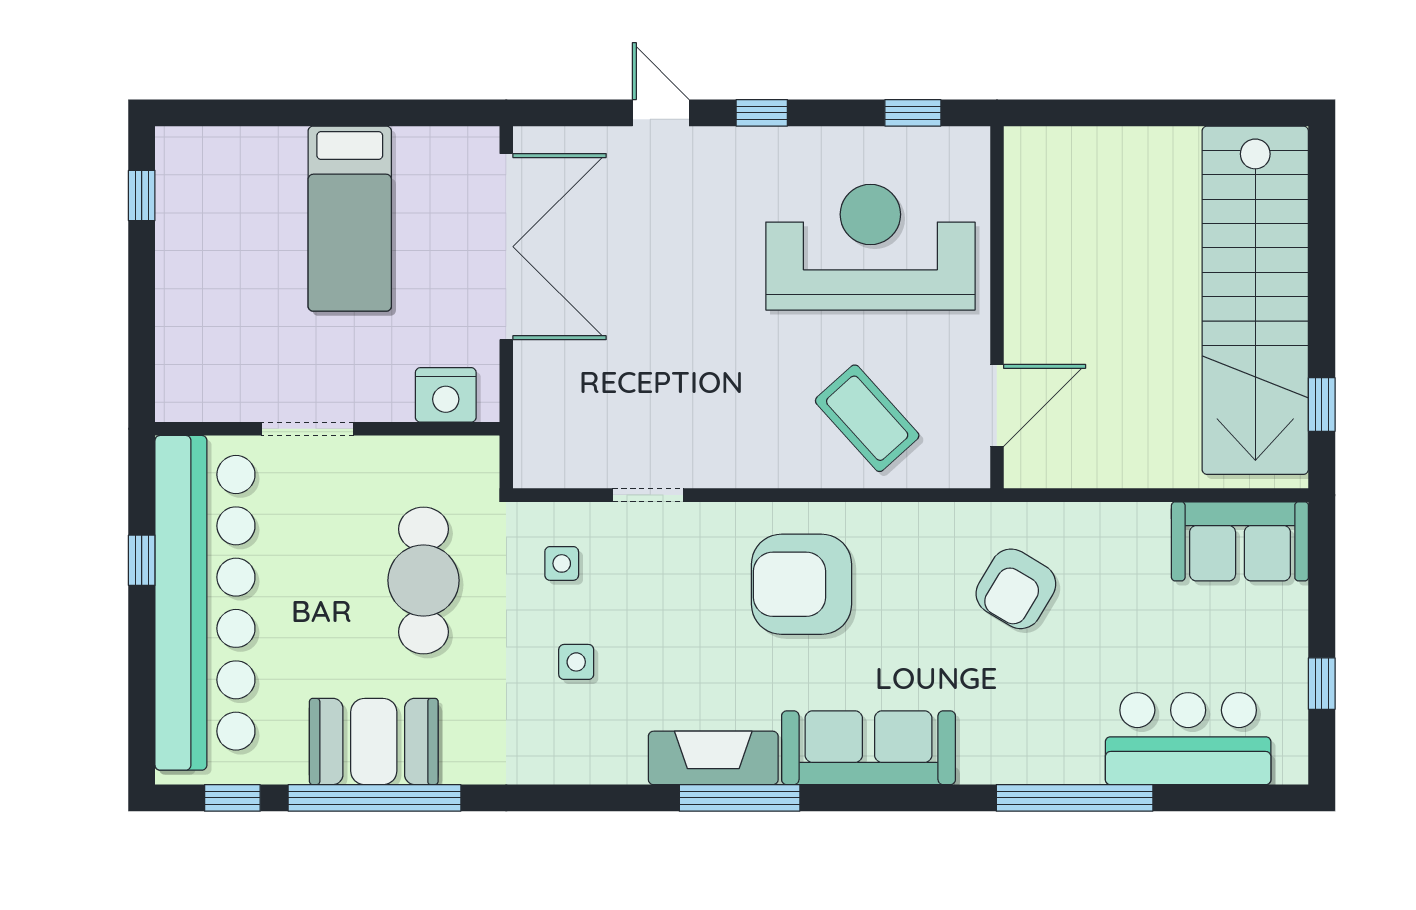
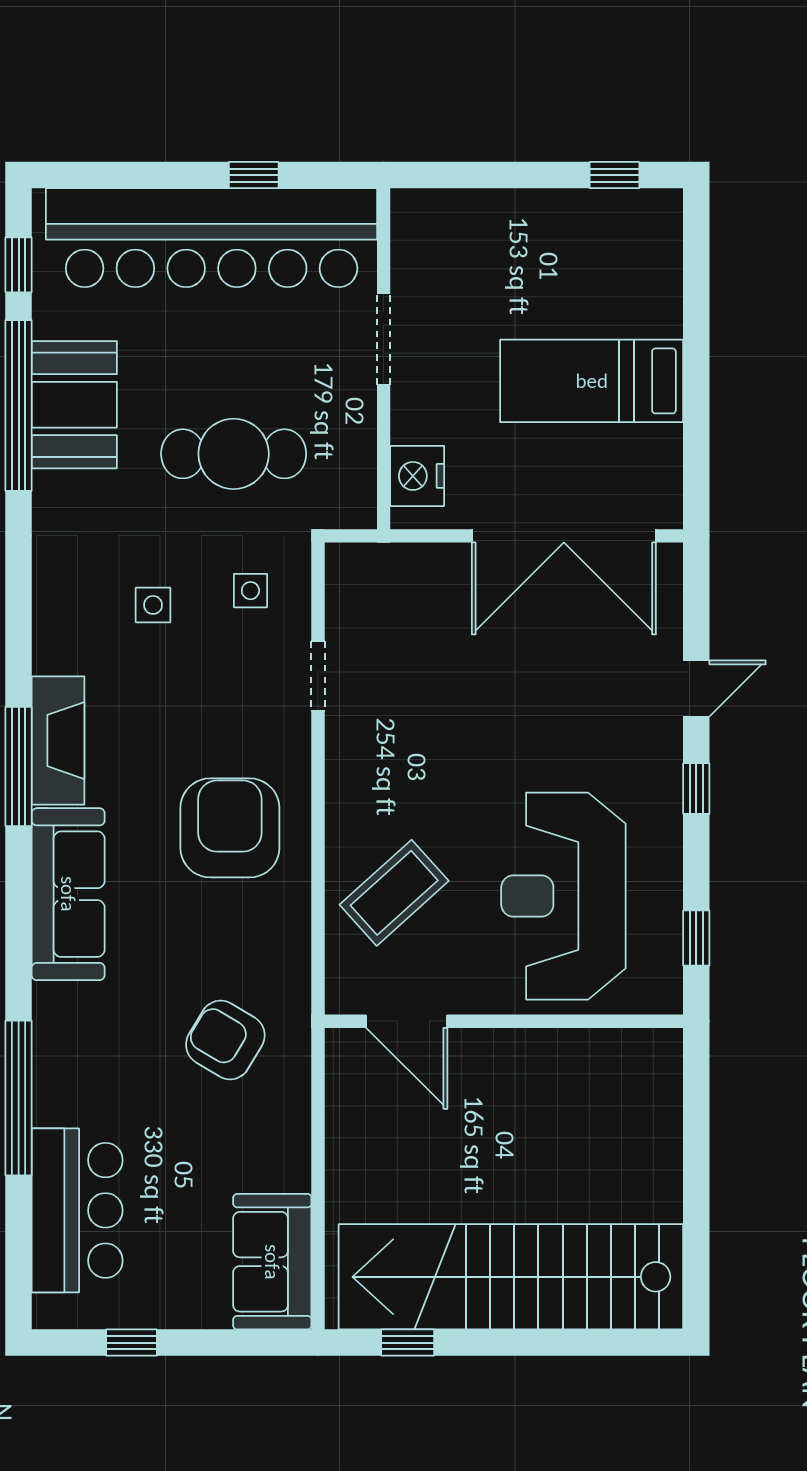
reception desk: (870, 247) -> (563, 896), turned 180

